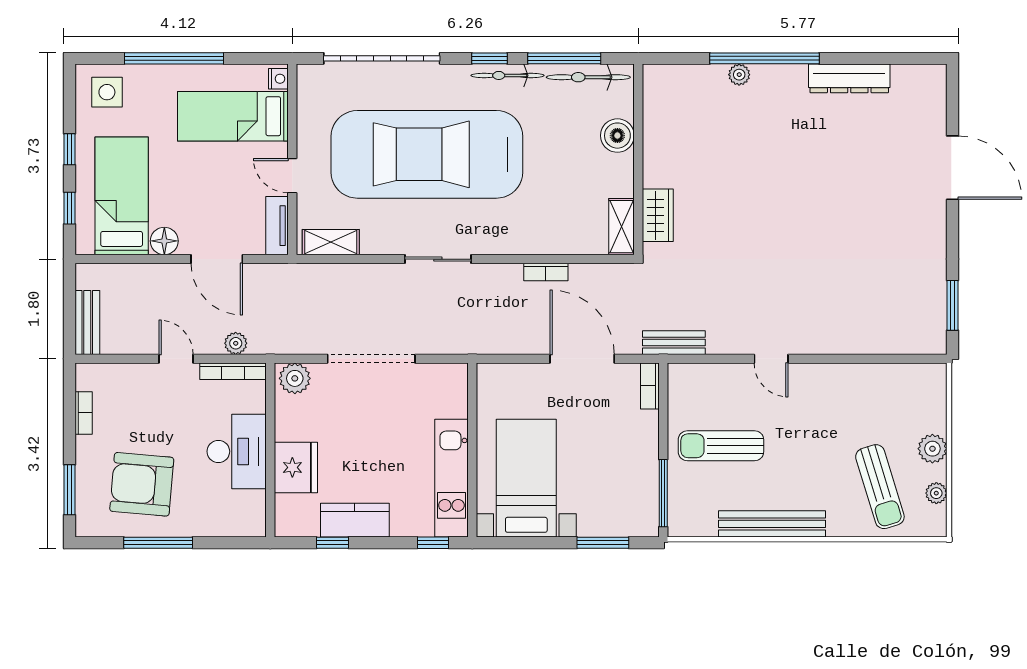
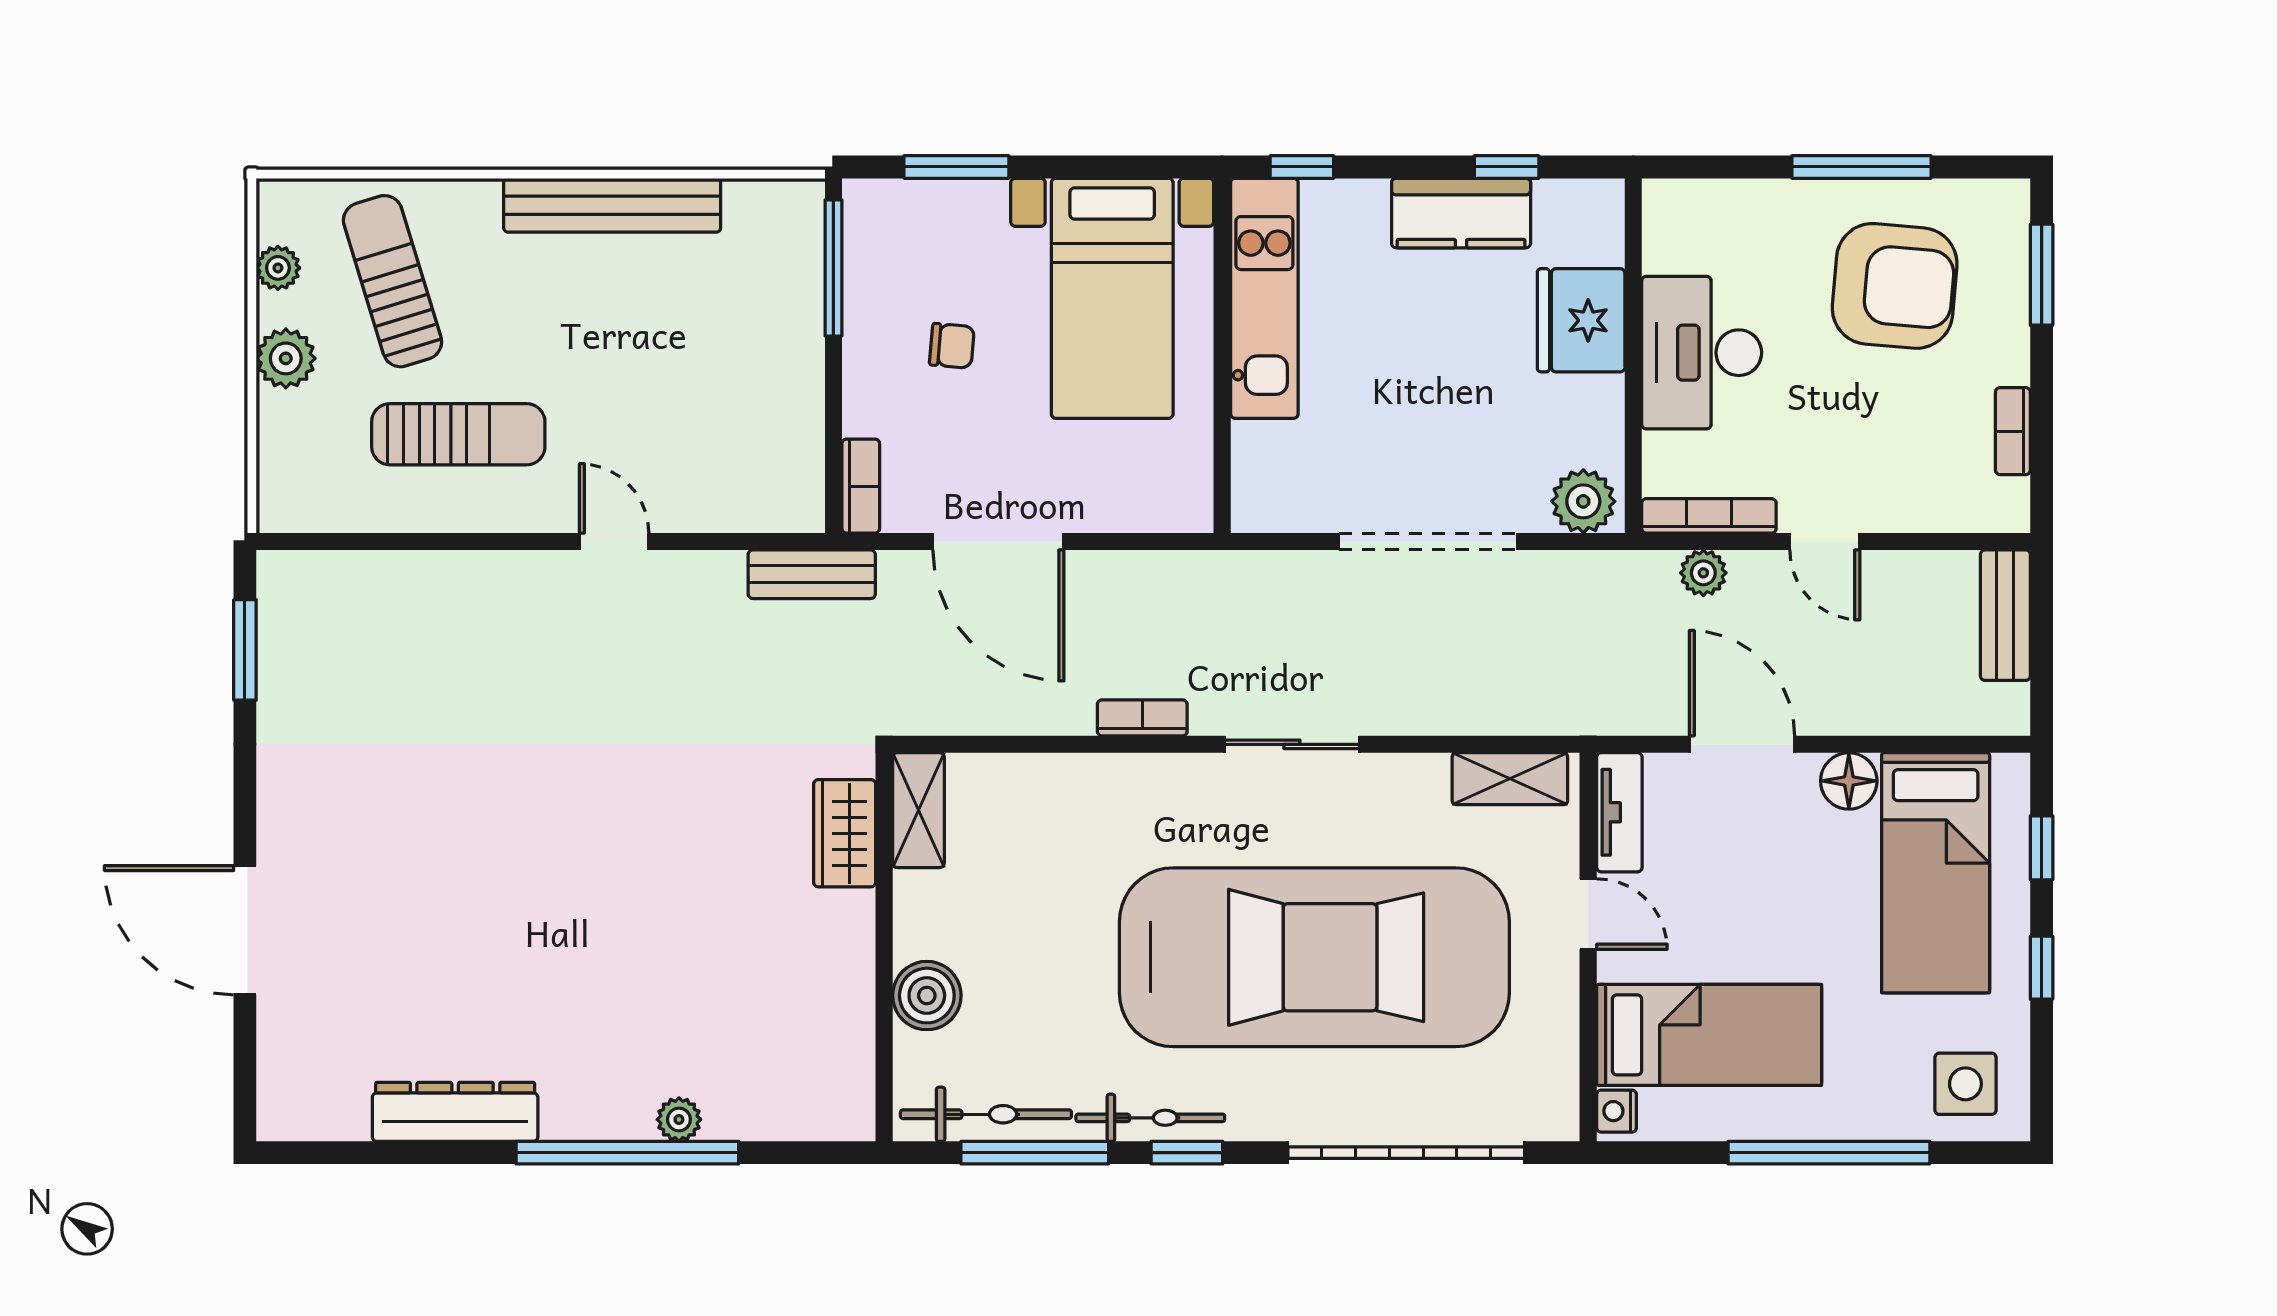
bookcase: (546, 272) -> (1142, 718), moved
sun lounger: (721, 446) -> (458, 434), moved
chair: (605, 455) -> (952, 346), added

